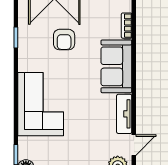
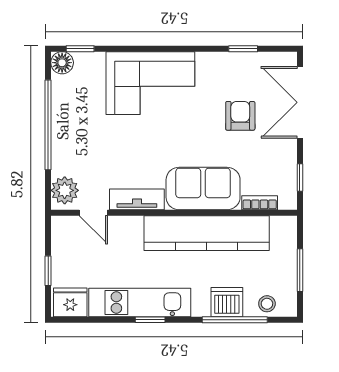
armchair: (64, 40) -> (240, 116), turned 90
kitchen counter: (148, 64) -> (207, 233), added

